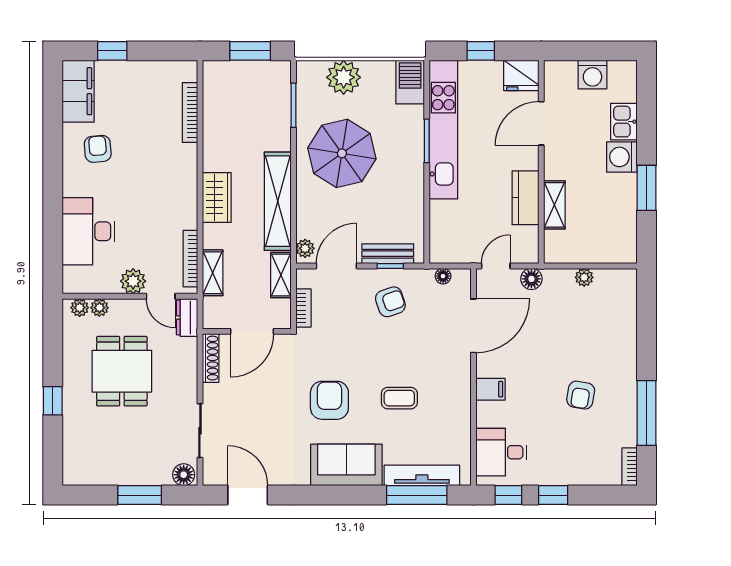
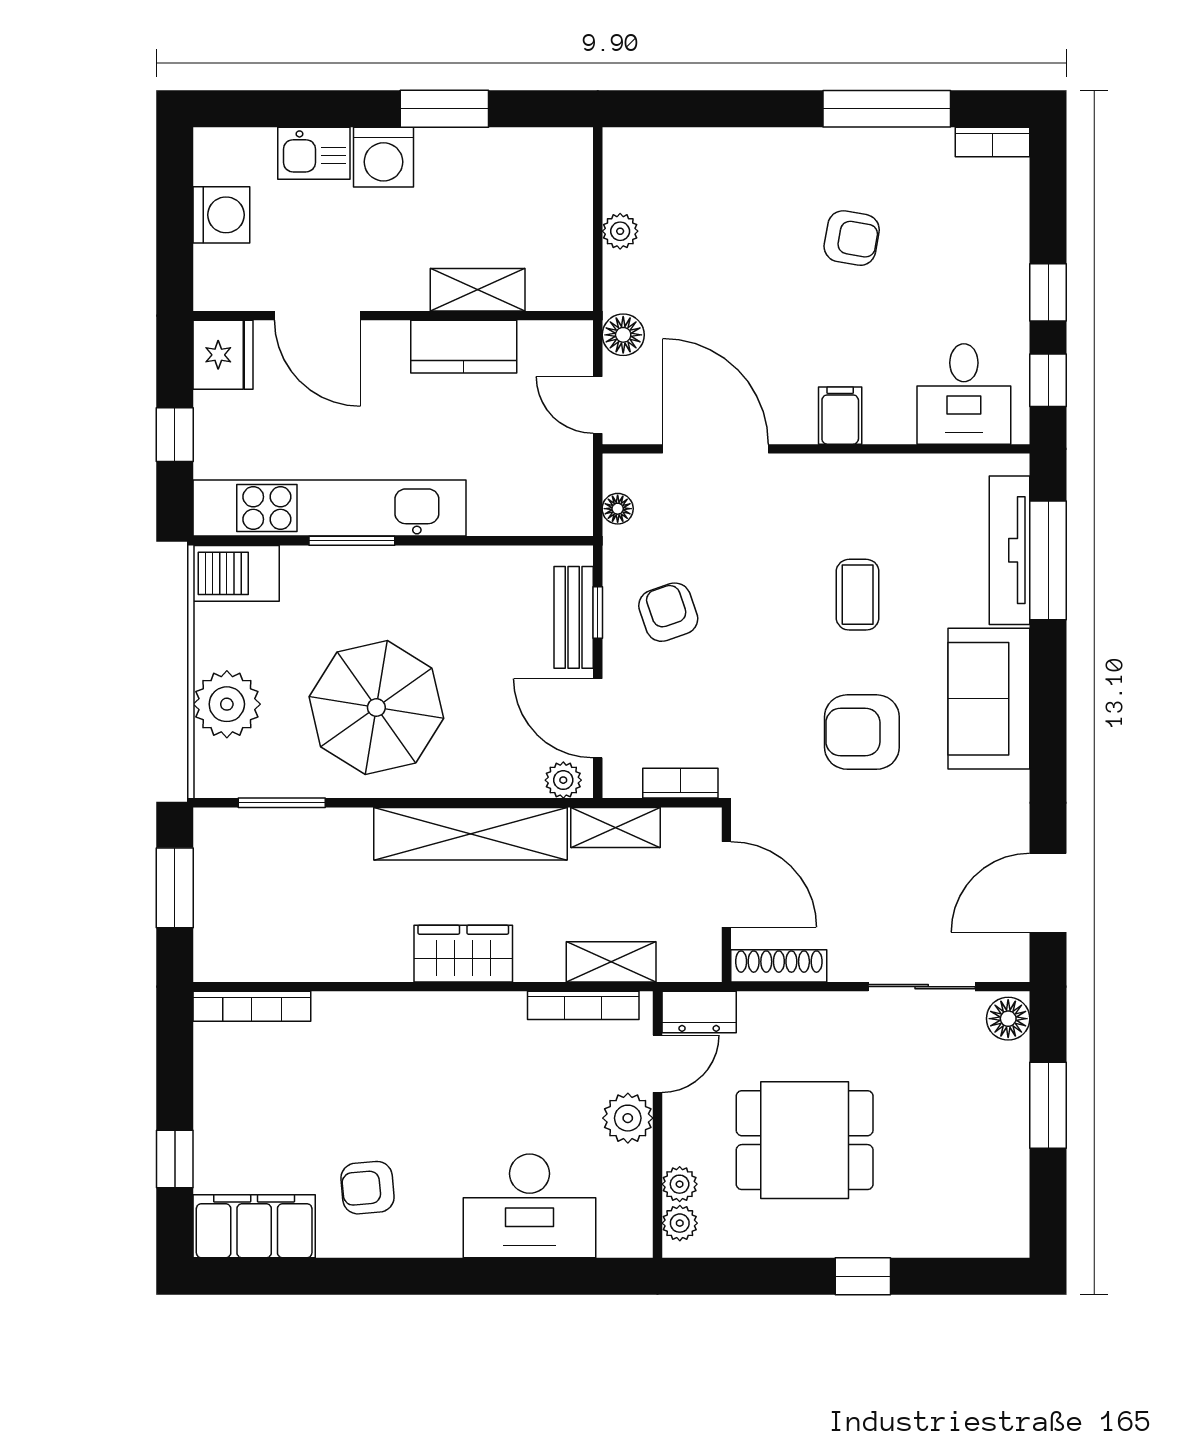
bookcase: (190, 113) -> (252, 1006), moved

